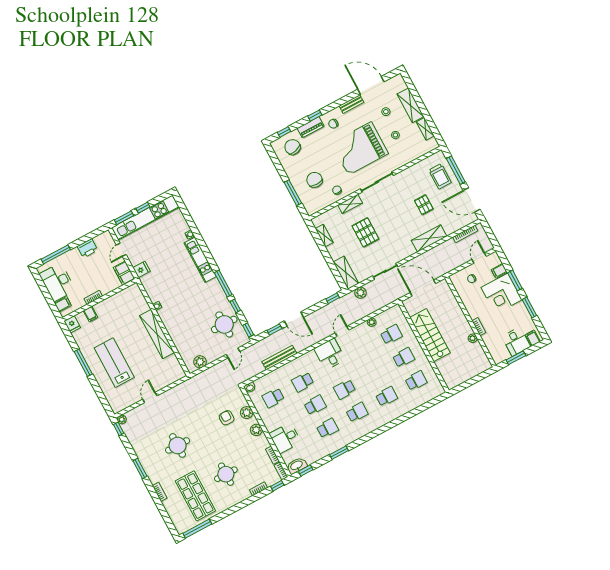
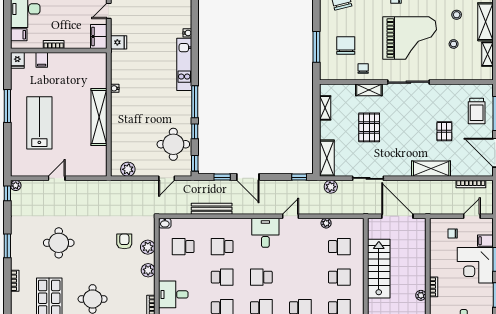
grand piano: (360, 148) -> (410, 38), turned 180

